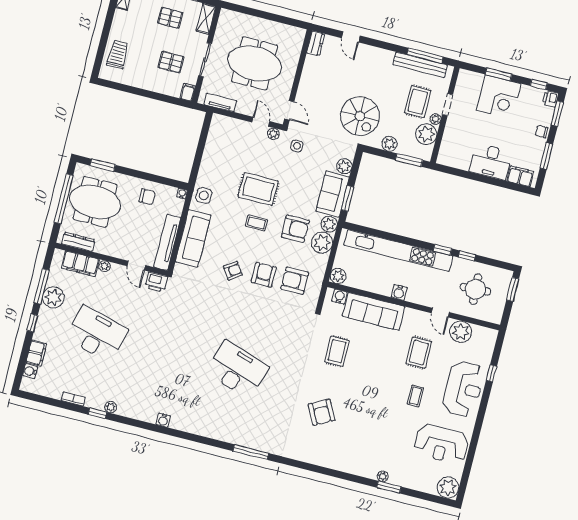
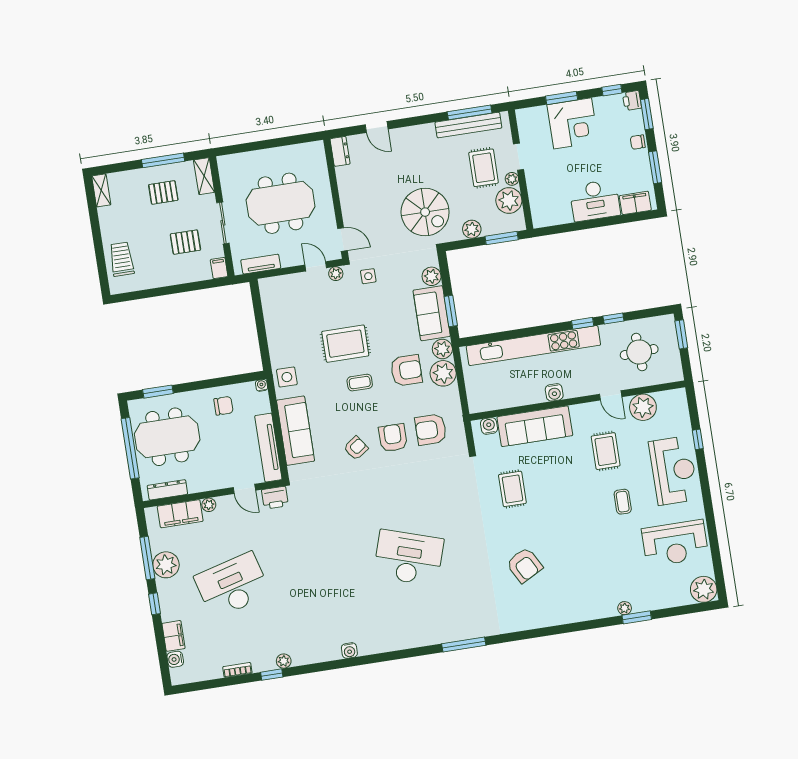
plant: (338, 276) -> (477, 403), removed
desk: (96, 334) -> (232, 585), turned -30

